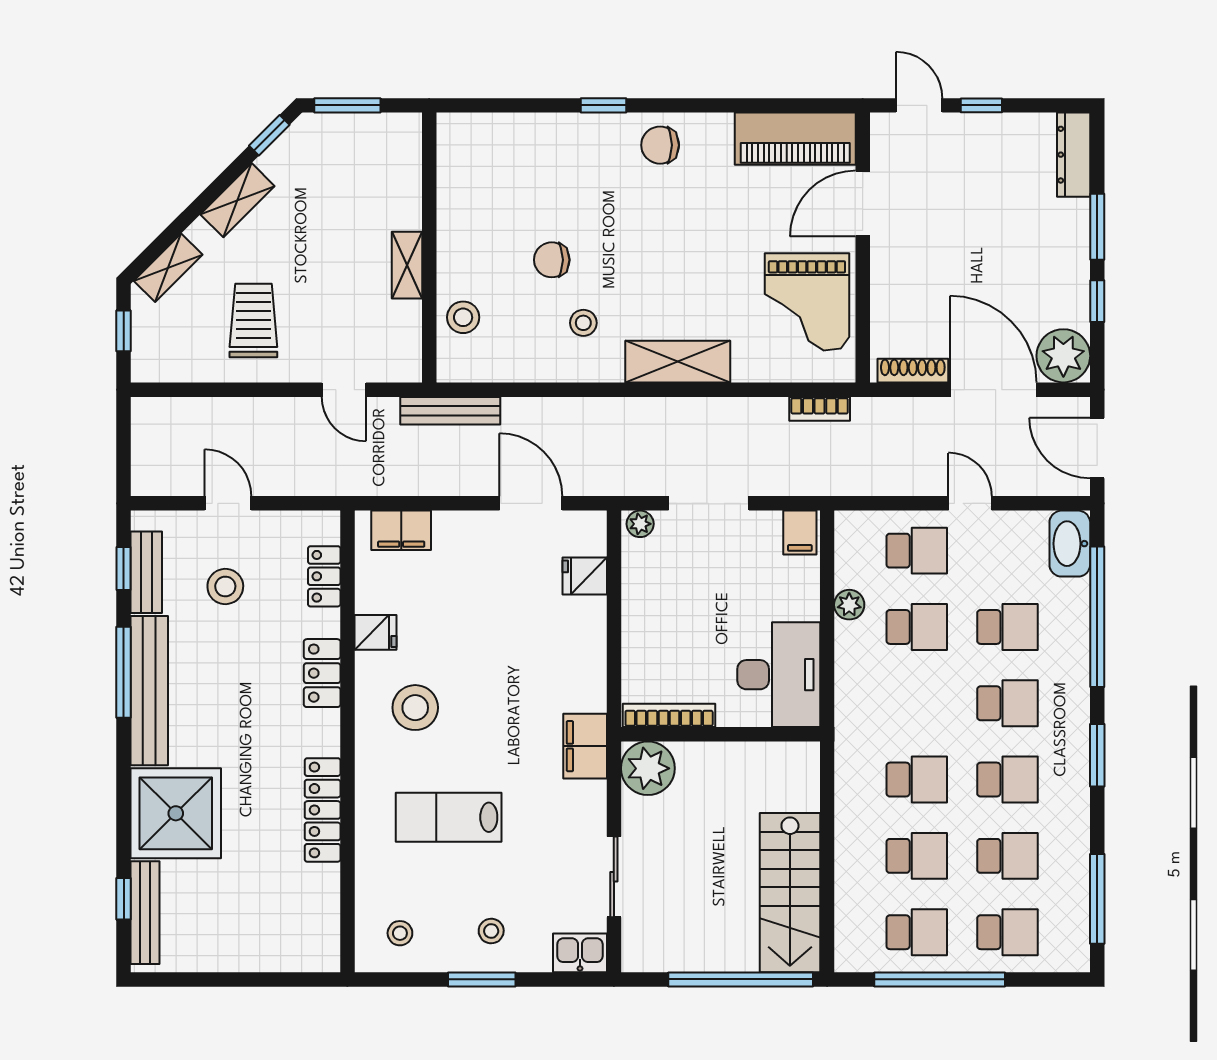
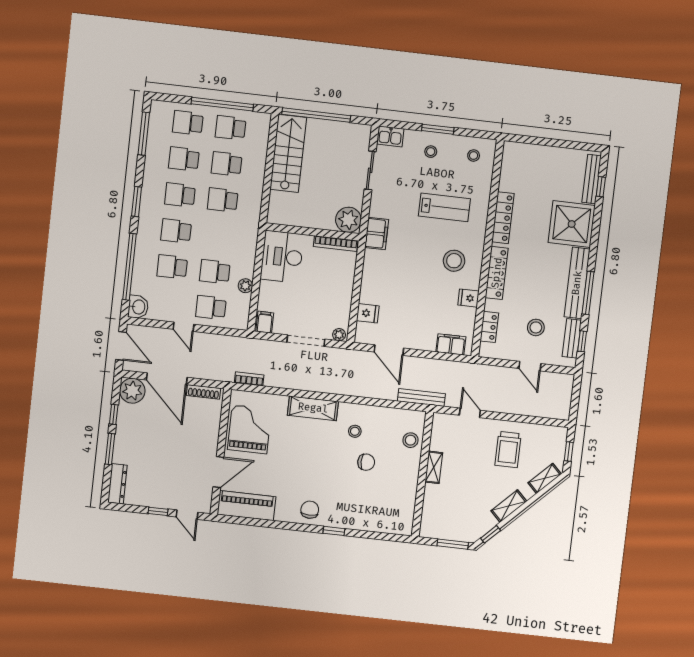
chair: (660, 145) -> (310, 510), turned -90
washbasin: (1070, 544) -> (138, 307), width x0.72
locker: (322, 673) -> (497, 273), width x1.53

